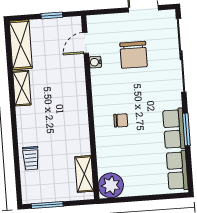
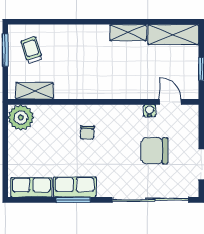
trolley: (31, 158) -> (31, 50), moved, turned 72

